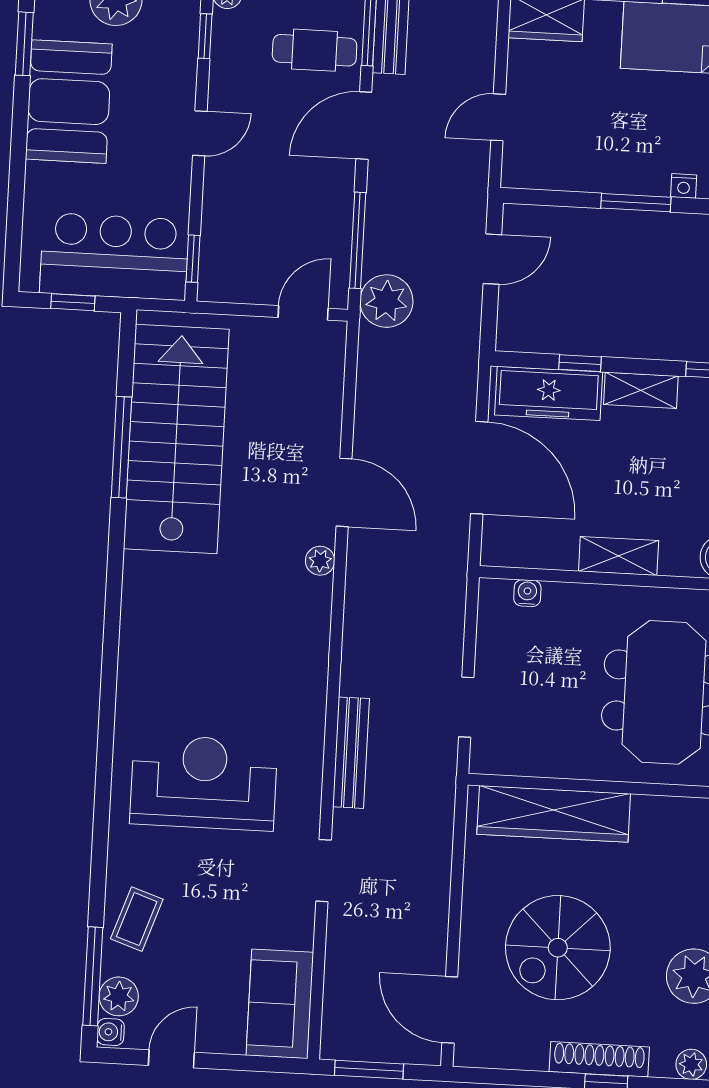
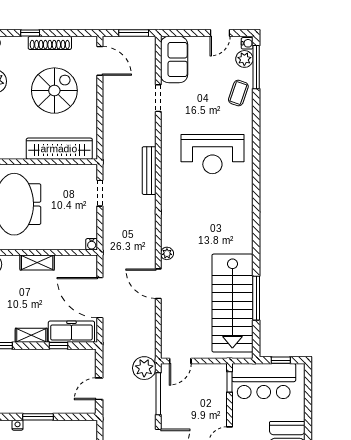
water cooler: (527, 593) -> (92, 244), moved
doorway: (324, 871) -> (158, 98), moved
shoe rack: (599, 1059) -> (50, 43), moved

